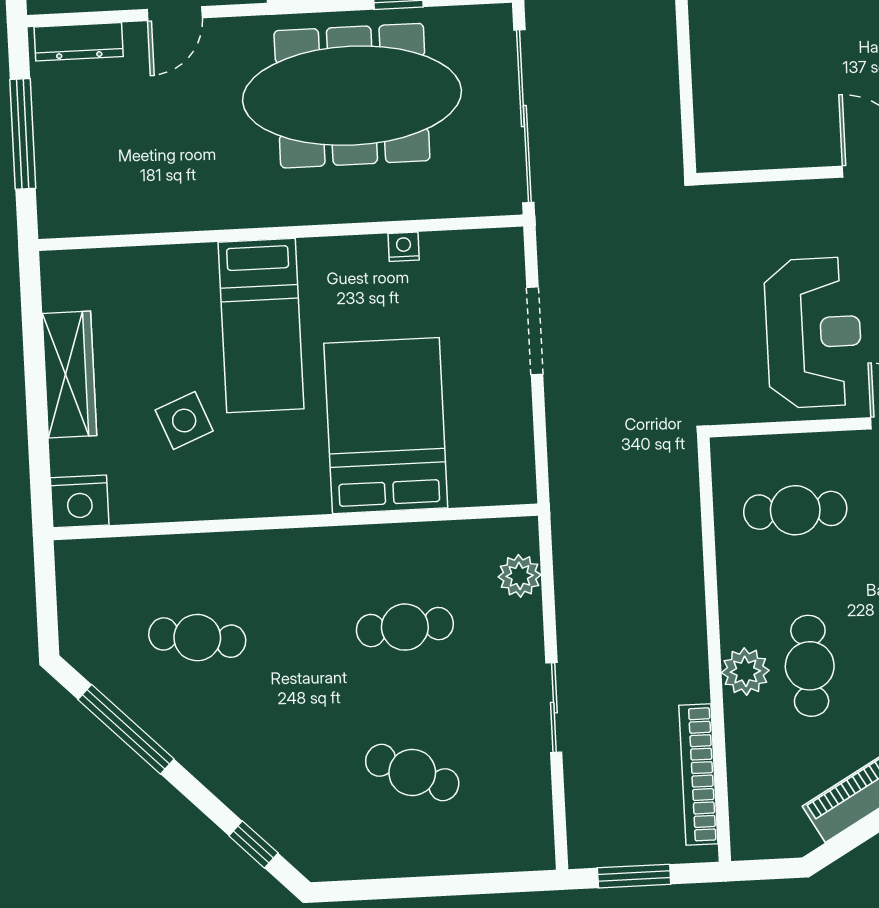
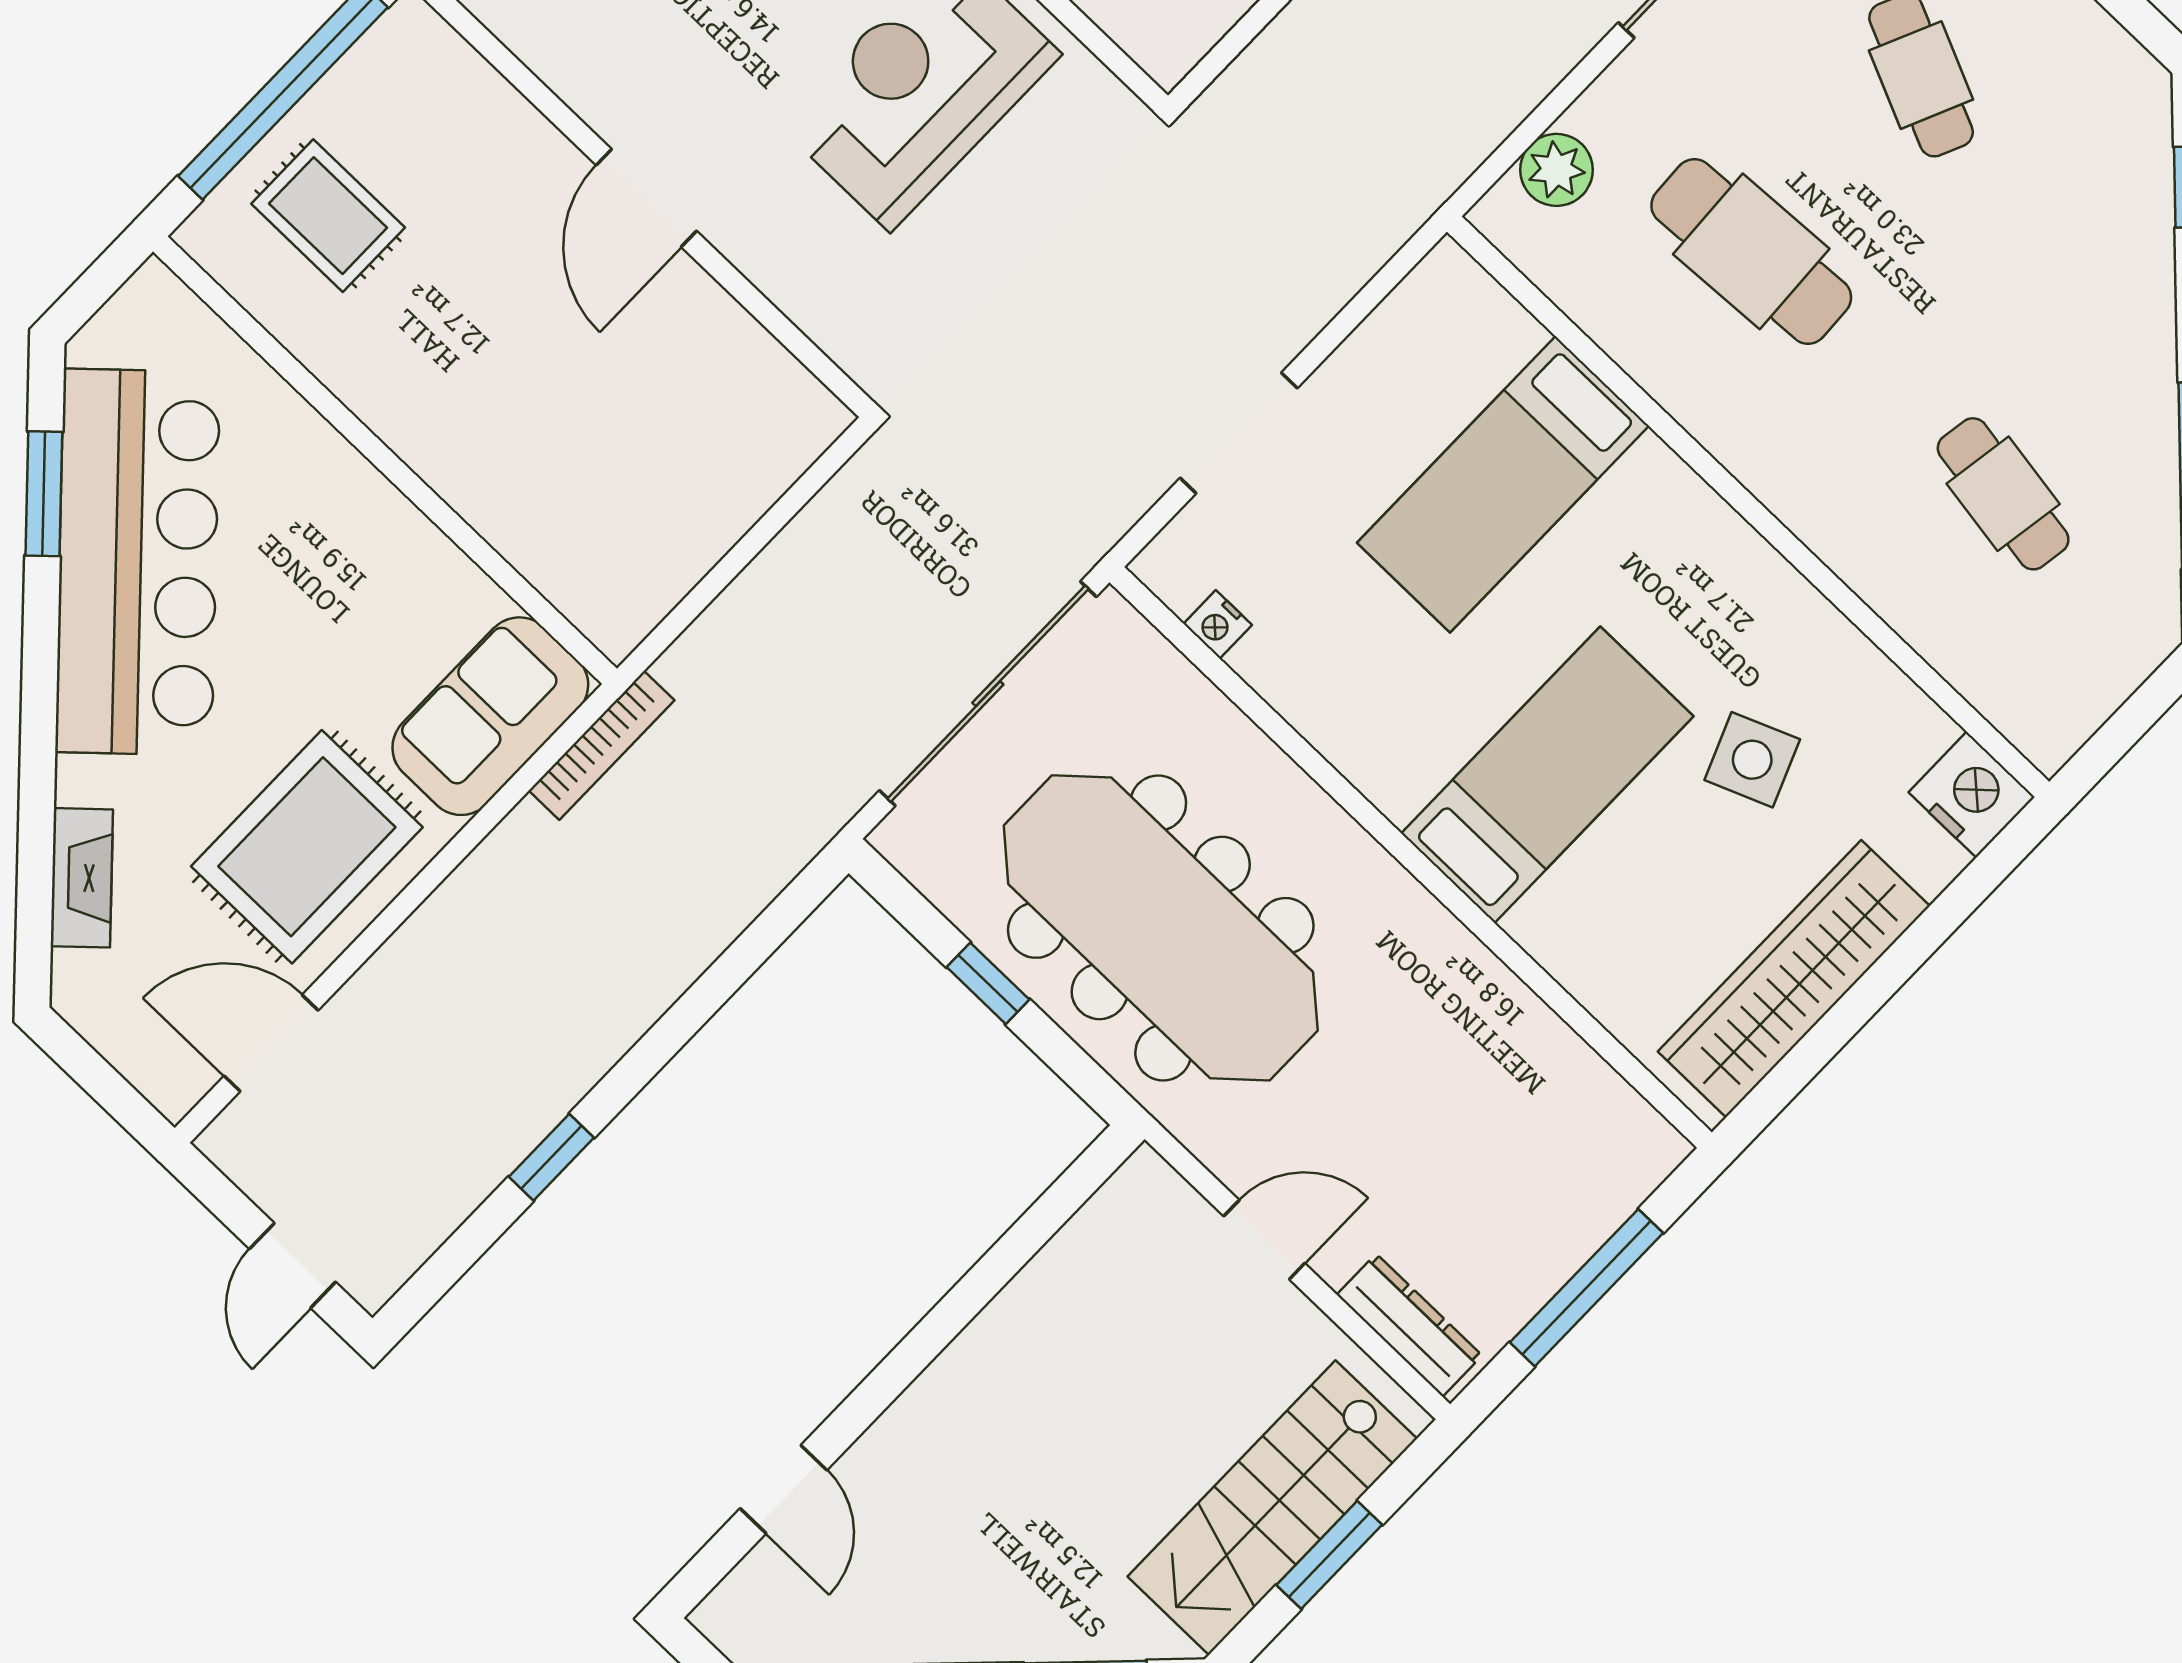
nightstand: (404, 247) -> (1218, 624), moved
wardrobe: (69, 375) -> (1794, 979), width x1.40, depth x1.17
bed: (386, 426) -> (1503, 484), width x0.67
cafe table: (405, 627) -> (1751, 251), width x1.37, depth x1.35

